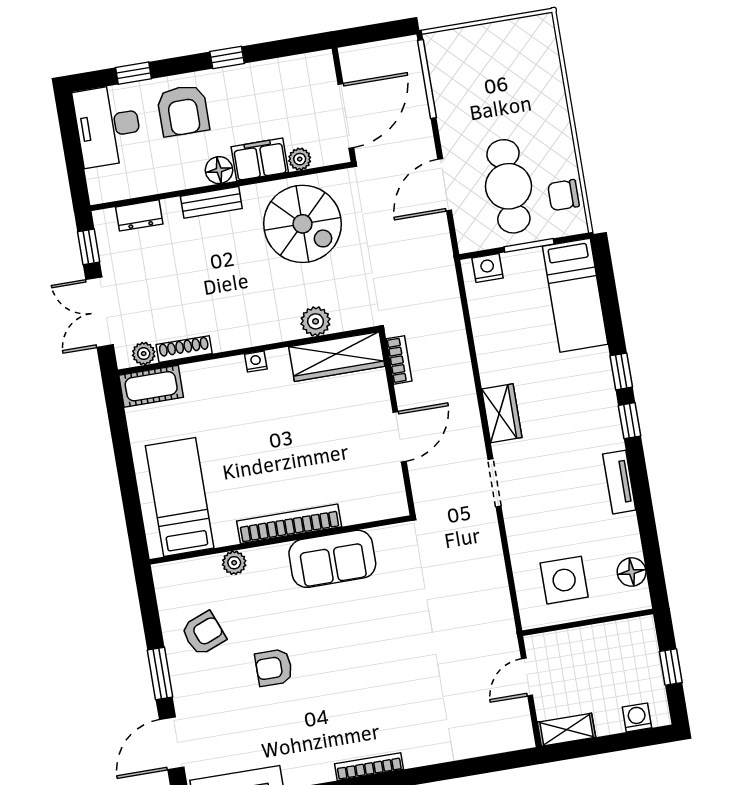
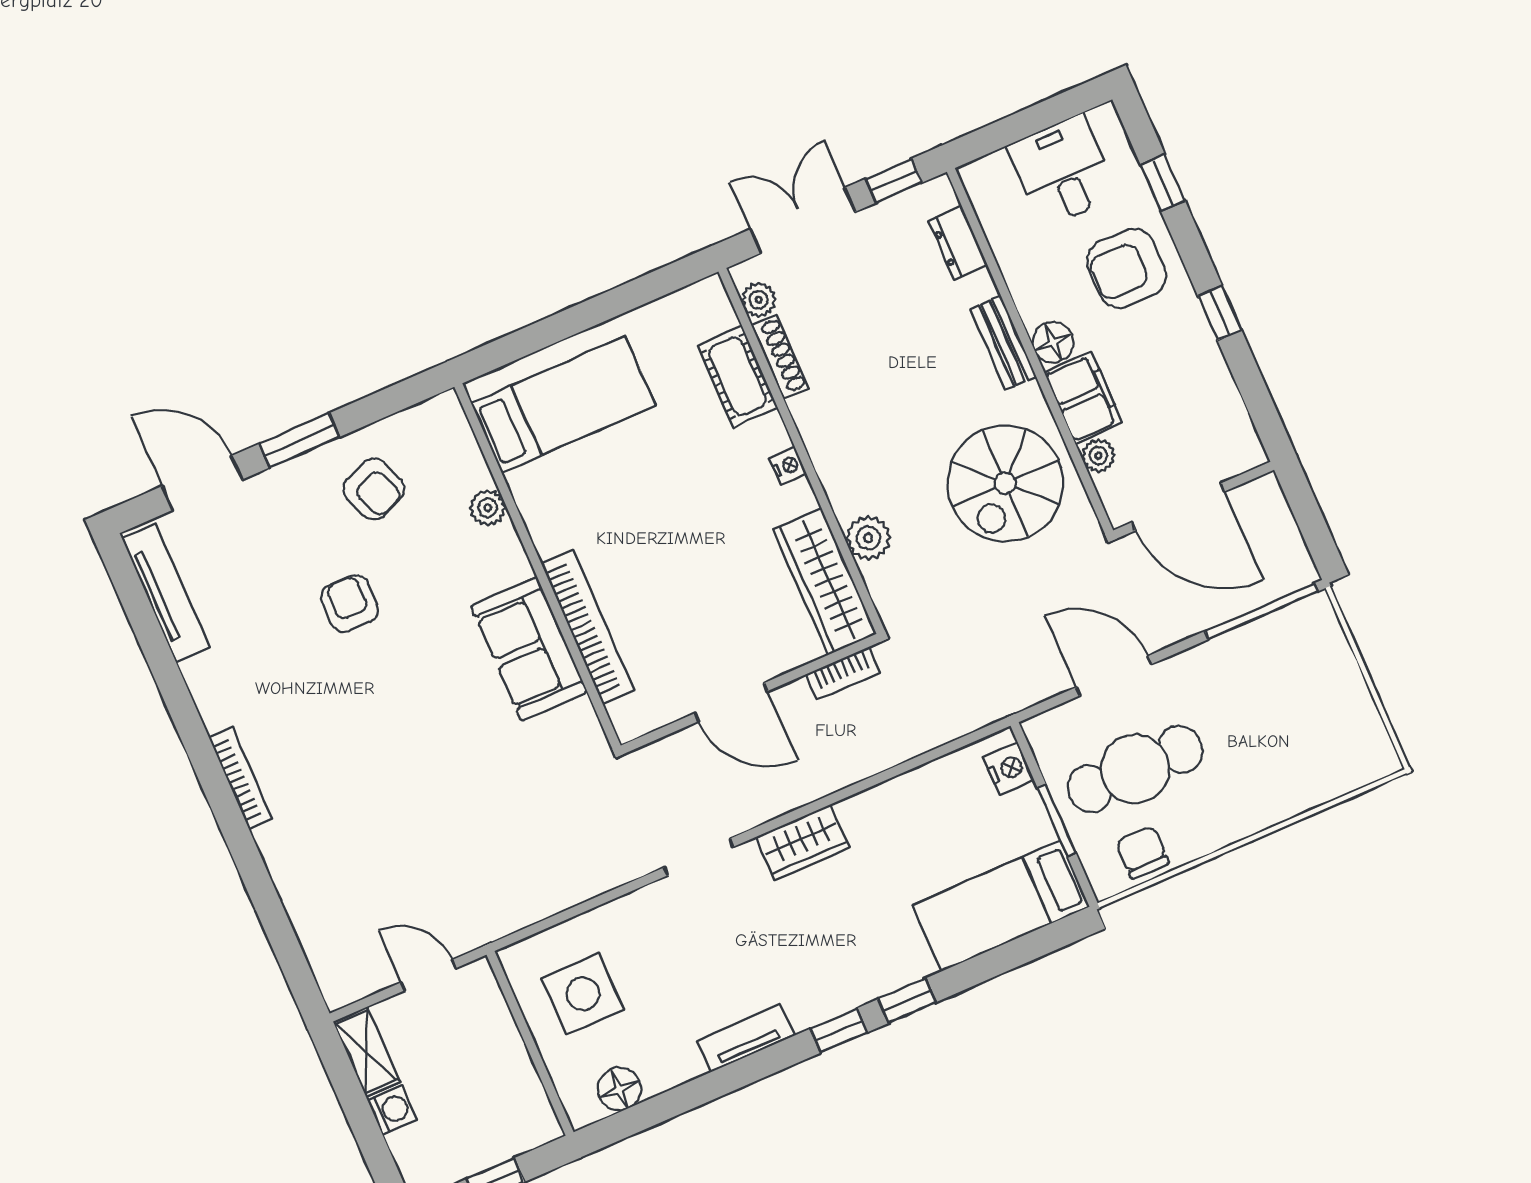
desk: (108, 126) -> (1063, 171), width x0.73
cot: (151, 386) -> (737, 376), moved
bookcase: (289, 524) -> (588, 627), moved
washing machine: (637, 717) -> (392, 1110), moved

